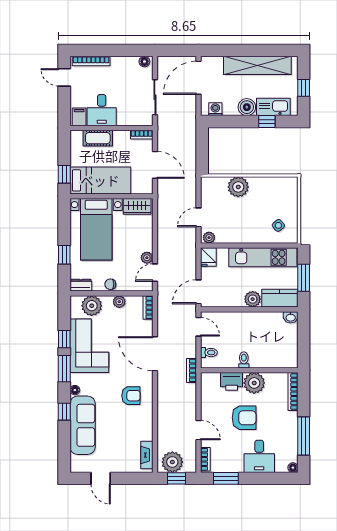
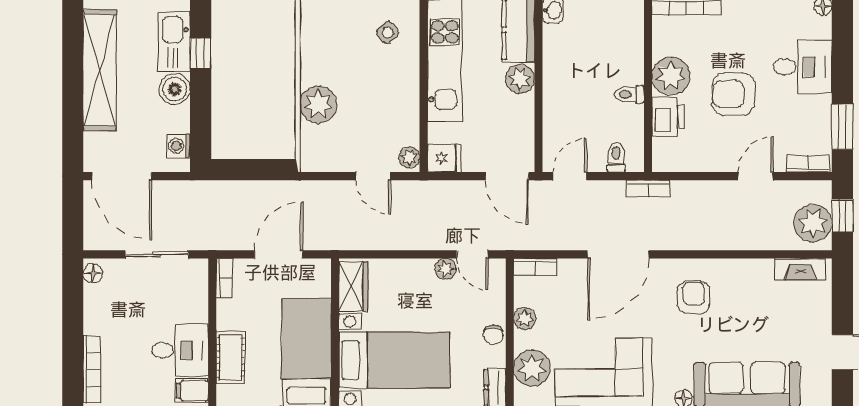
armchair: (244, 418) -> (733, 94), turned -90

